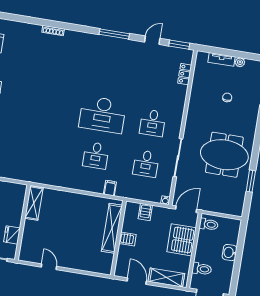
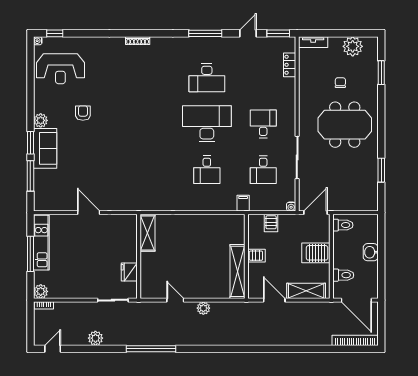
tv unit: (222, 59) -> (313, 42), moved
plant: (240, 62) -> (353, 46), width x1.87, depth x1.87
desk: (109, 74) -> (207, 78), added
desk: (103, 115) -> (207, 124), turned 180
desk: (153, 123) -> (263, 124), turned 180
meeting table: (224, 155) -> (345, 125), moved
filing cabinet: (110, 188) -> (243, 203), moved
shelving: (112, 228) -> (237, 271), moved
server rack: (182, 240) -> (316, 253), width x0.62
plant: (73, 278) -> (203, 308), added

